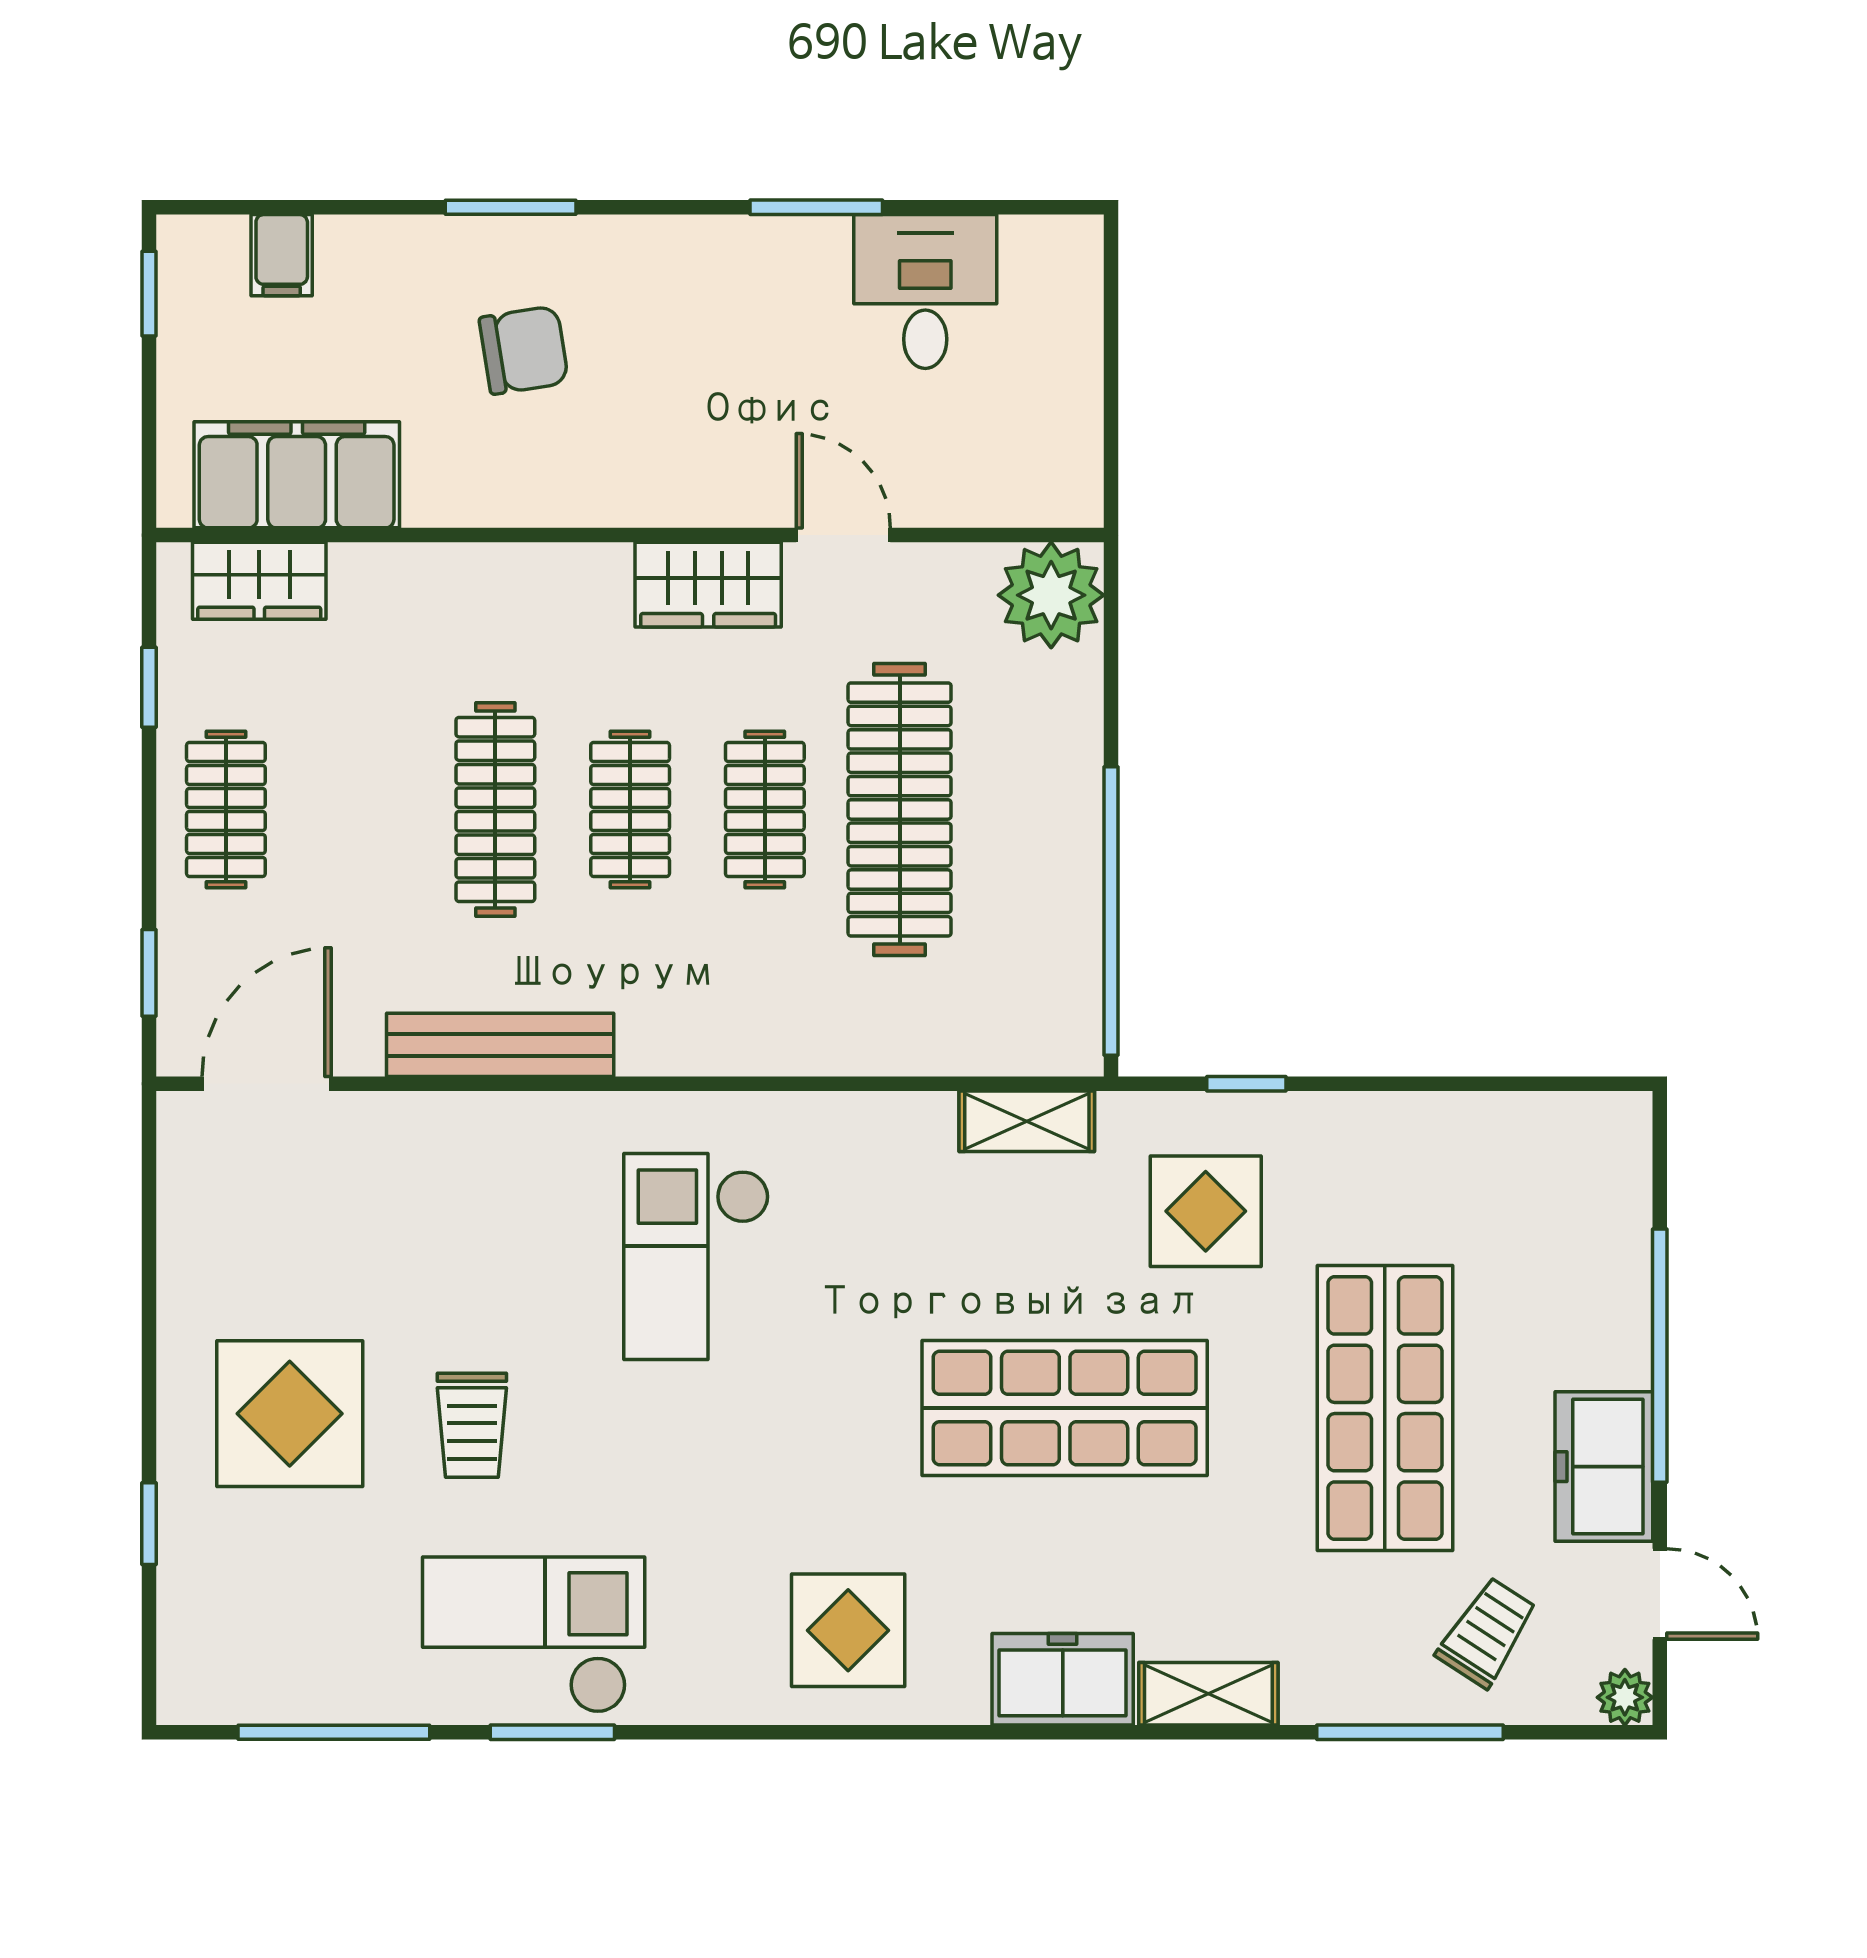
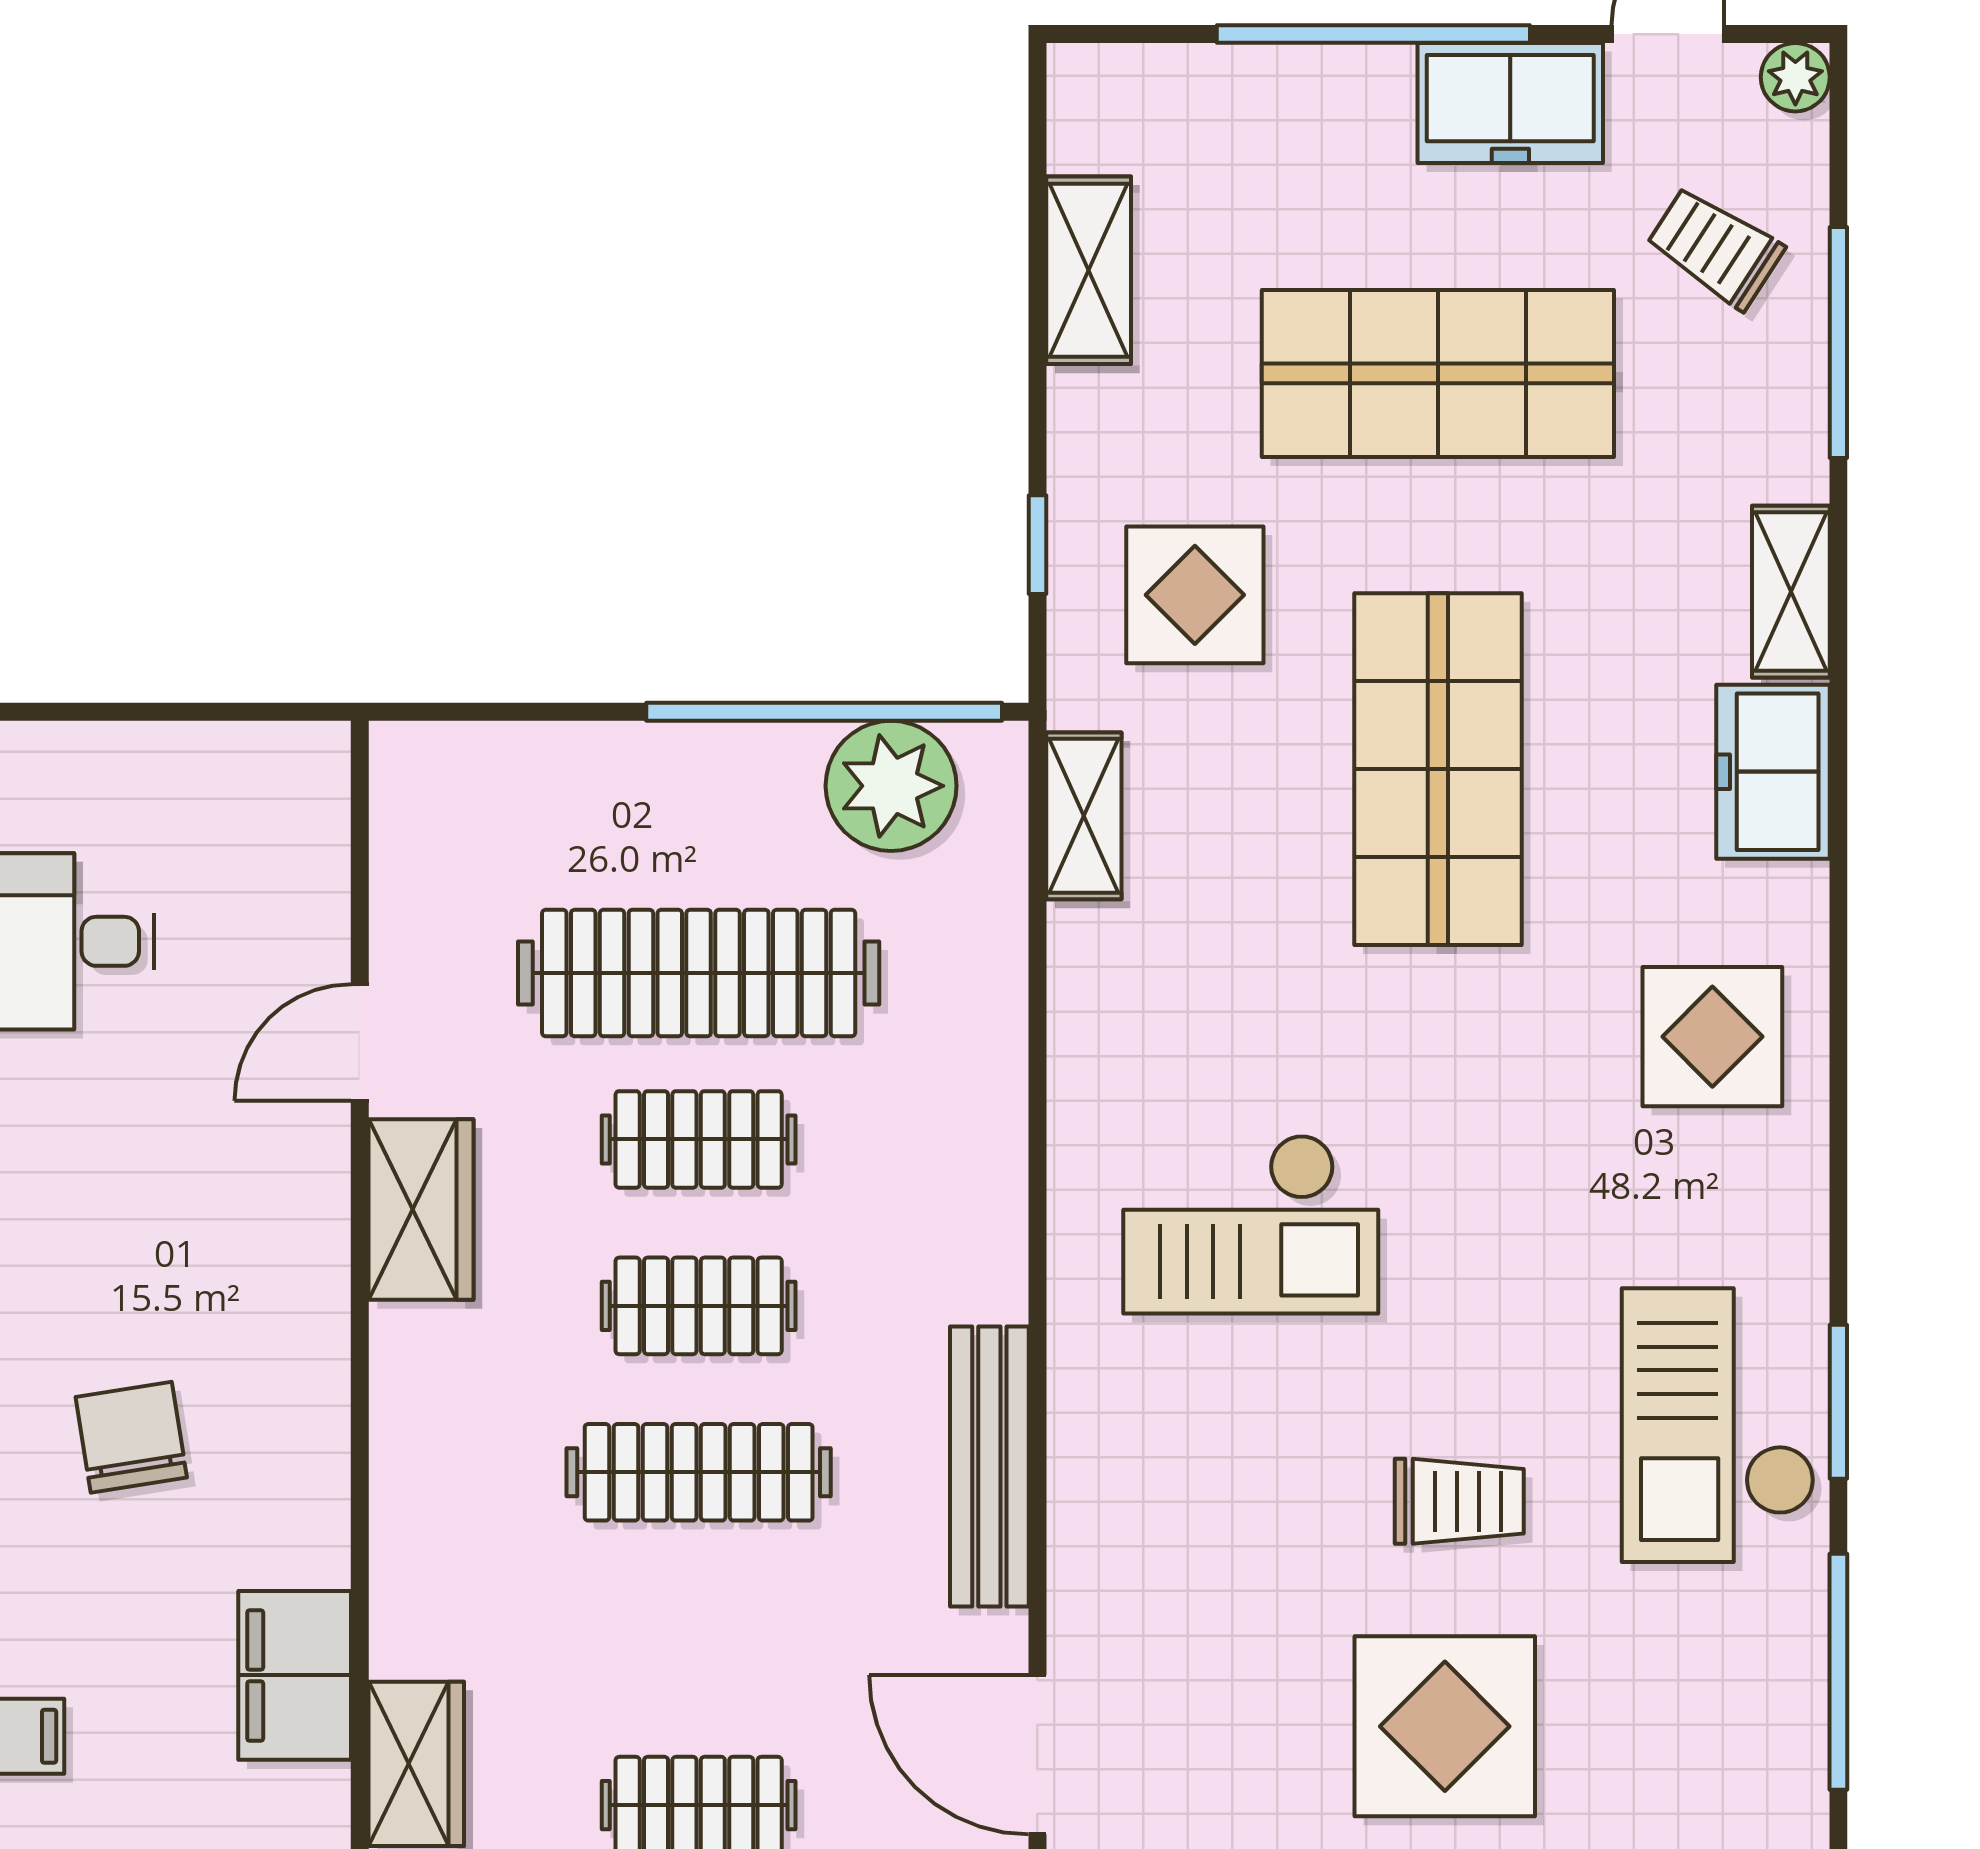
filing cabinet: (297, 475) -> (295, 1675), width x0.67, depth x0.86
plant: (1051, 595) -> (891, 786), moved
shelving: (1468, 1125) -> (1089, 270), added

